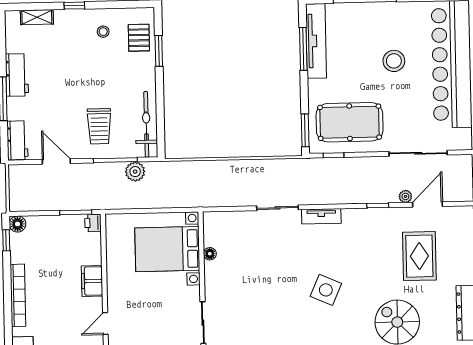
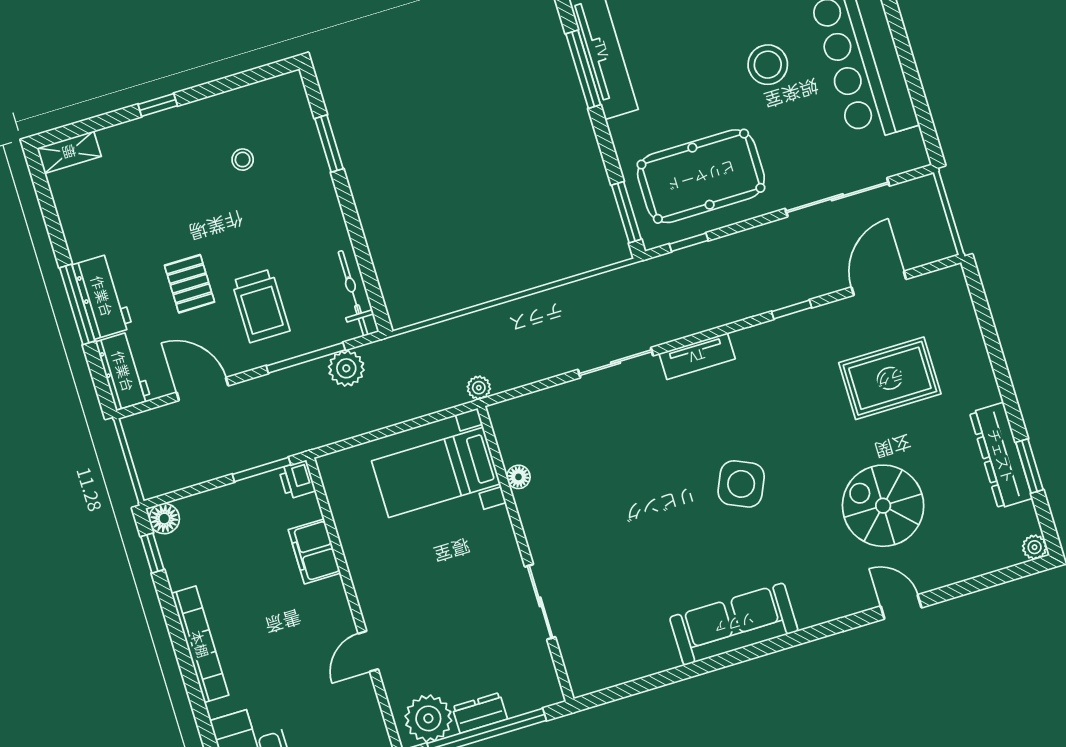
shelving: (37, 17) -> (69, 152), moved
stool: (103, 32) -> (243, 160), moved
pallet: (139, 38) -> (189, 284), moved
stool: (394, 61) -> (768, 65), moved
workbench: (17, 75) -> (102, 296), moved
bicycle: (146, 124) -> (353, 293), width x0.73, depth x0.71
plant: (405, 196) -> (479, 388), moved
bed with nightstands: (167, 249) -> (436, 472), width x0.73
rug: (419, 256) -> (890, 378), turned 90
filing cabinet: (92, 281) -> (314, 551), moved

